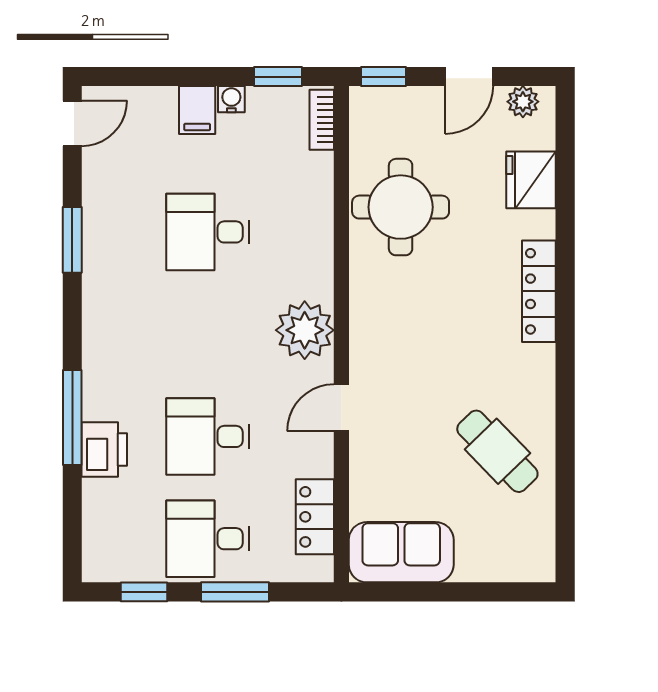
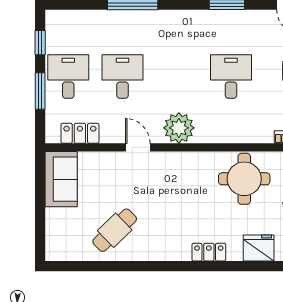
locker: (539, 291) -> (209, 252), width x0.66
printer: (104, 449) -> (116, 22), removed

